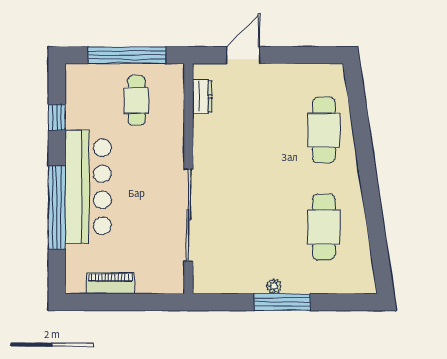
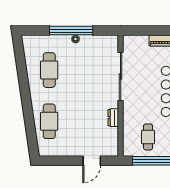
dresser: (202, 96) -> (113, 118), moved
window: (282, 302) -> (71, 31), width x1.46

